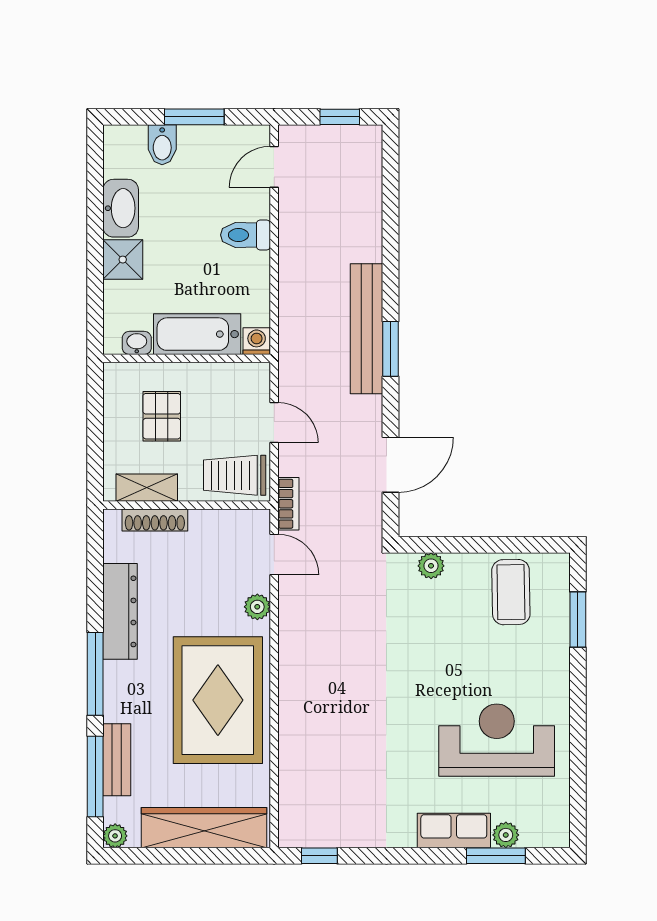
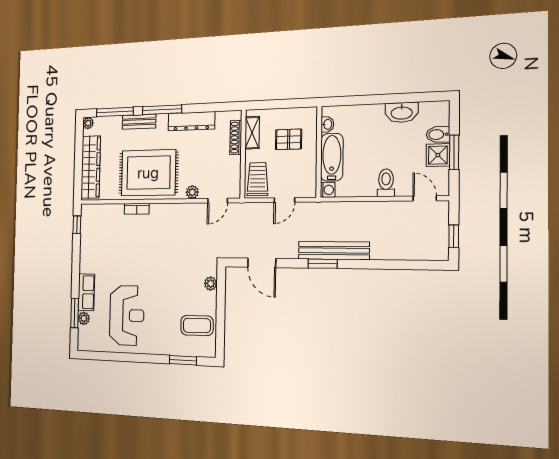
shower: (123, 260) -> (438, 155), moved
bookcase: (288, 504) -> (137, 209), moved
bench: (117, 760) -> (139, 122), moved

